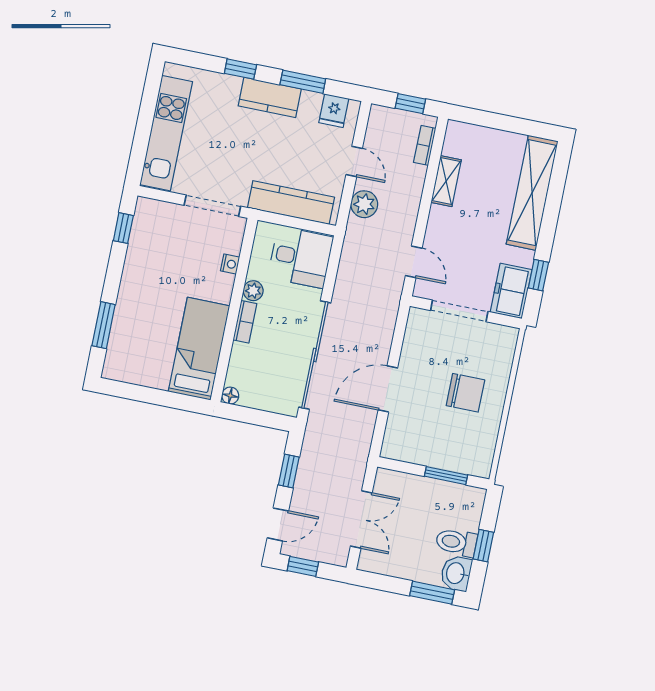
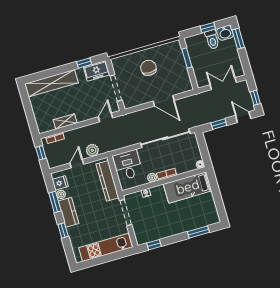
plant: (311, 101) -> (61, 194), added

